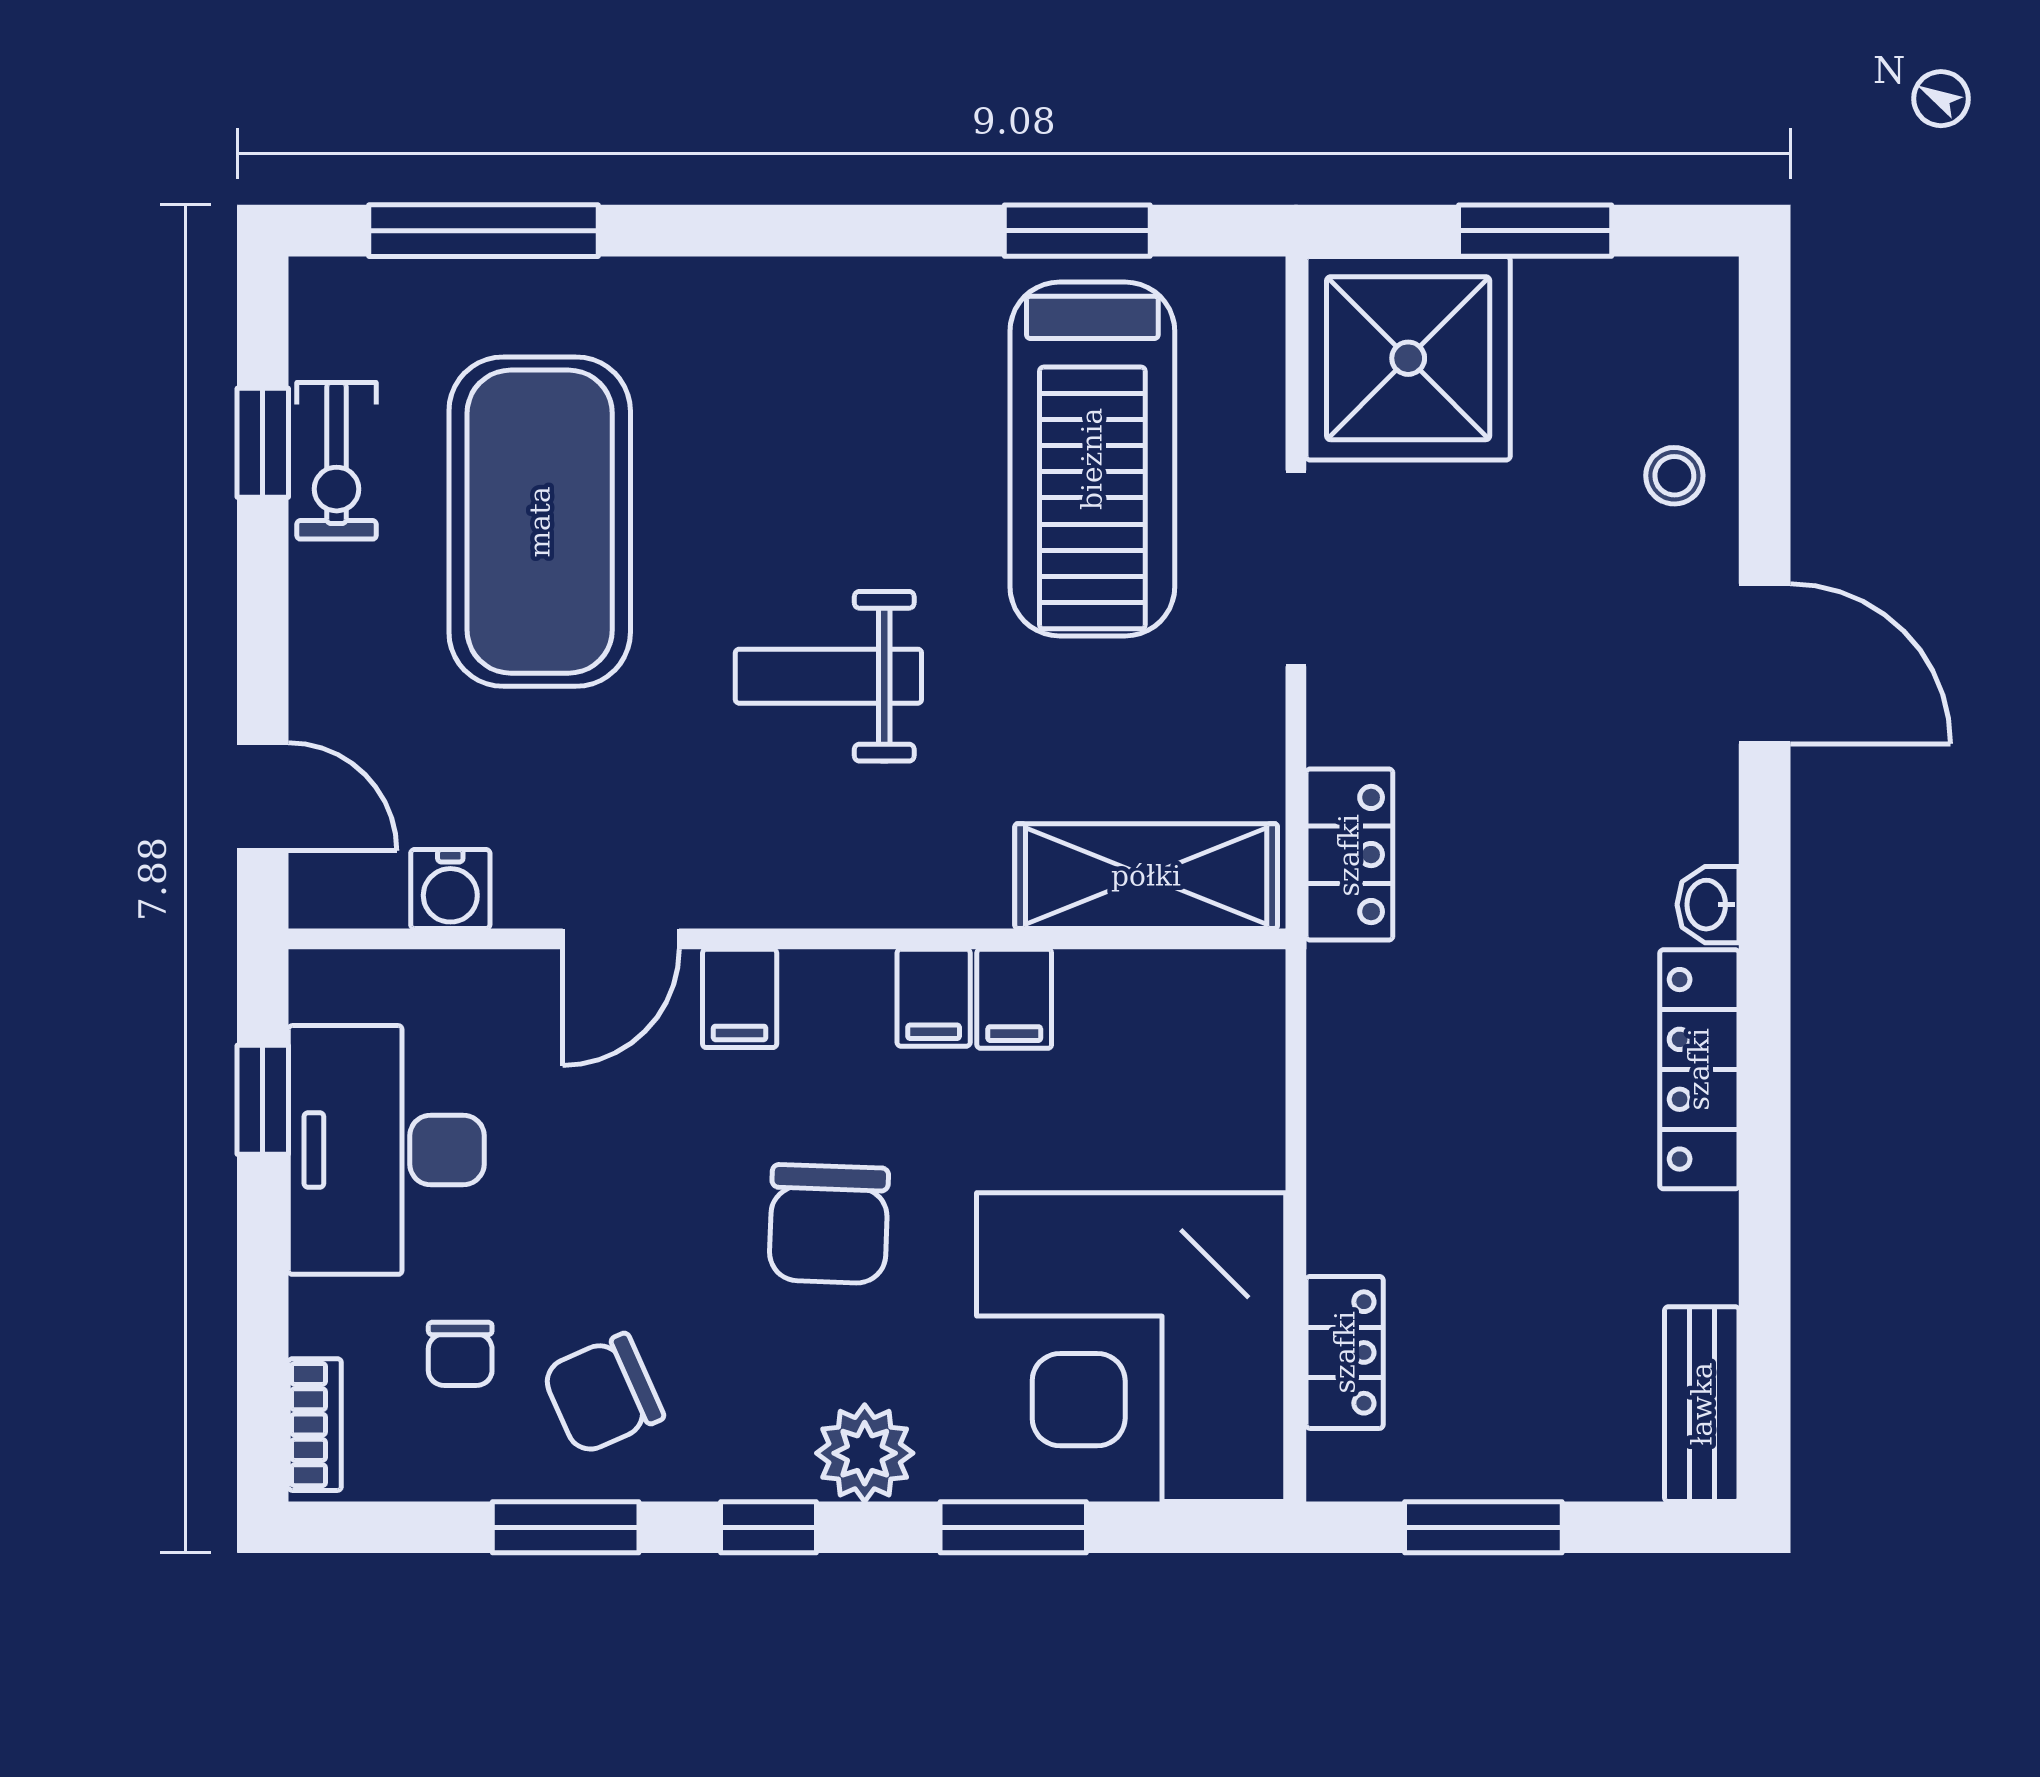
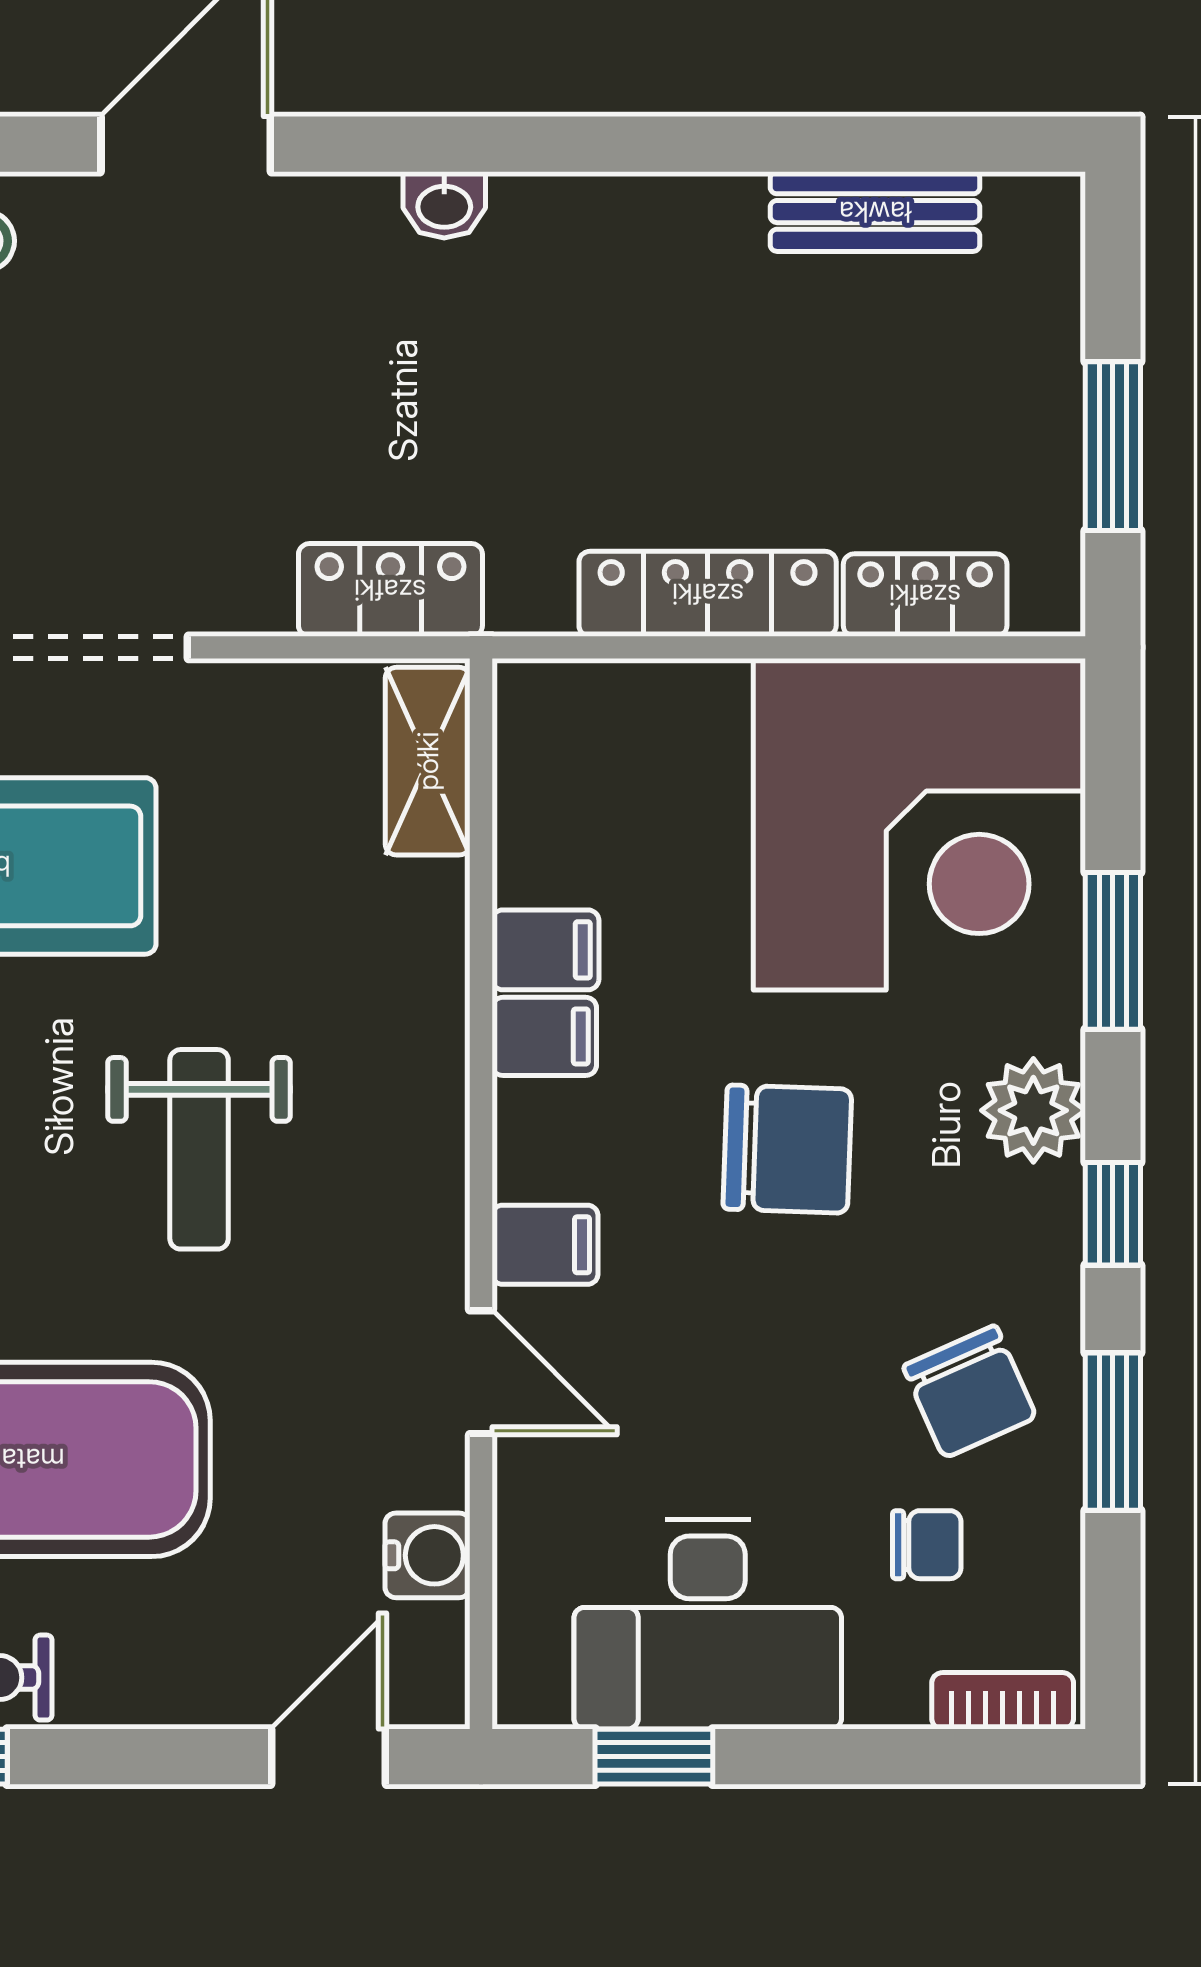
shelving: (1146, 876) -> (428, 761), width x0.67, depth x0.75
locker: (1699, 1069) -> (708, 594), moved, turned 180
bench: (1702, 1404) -> (875, 212), moved

